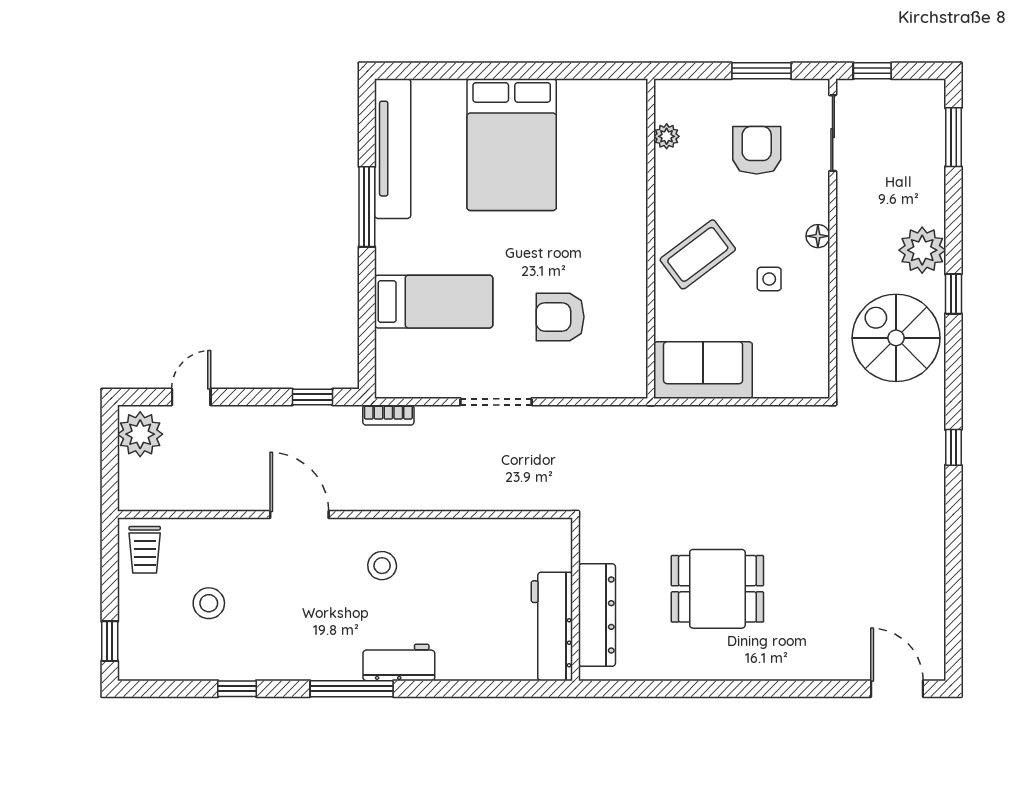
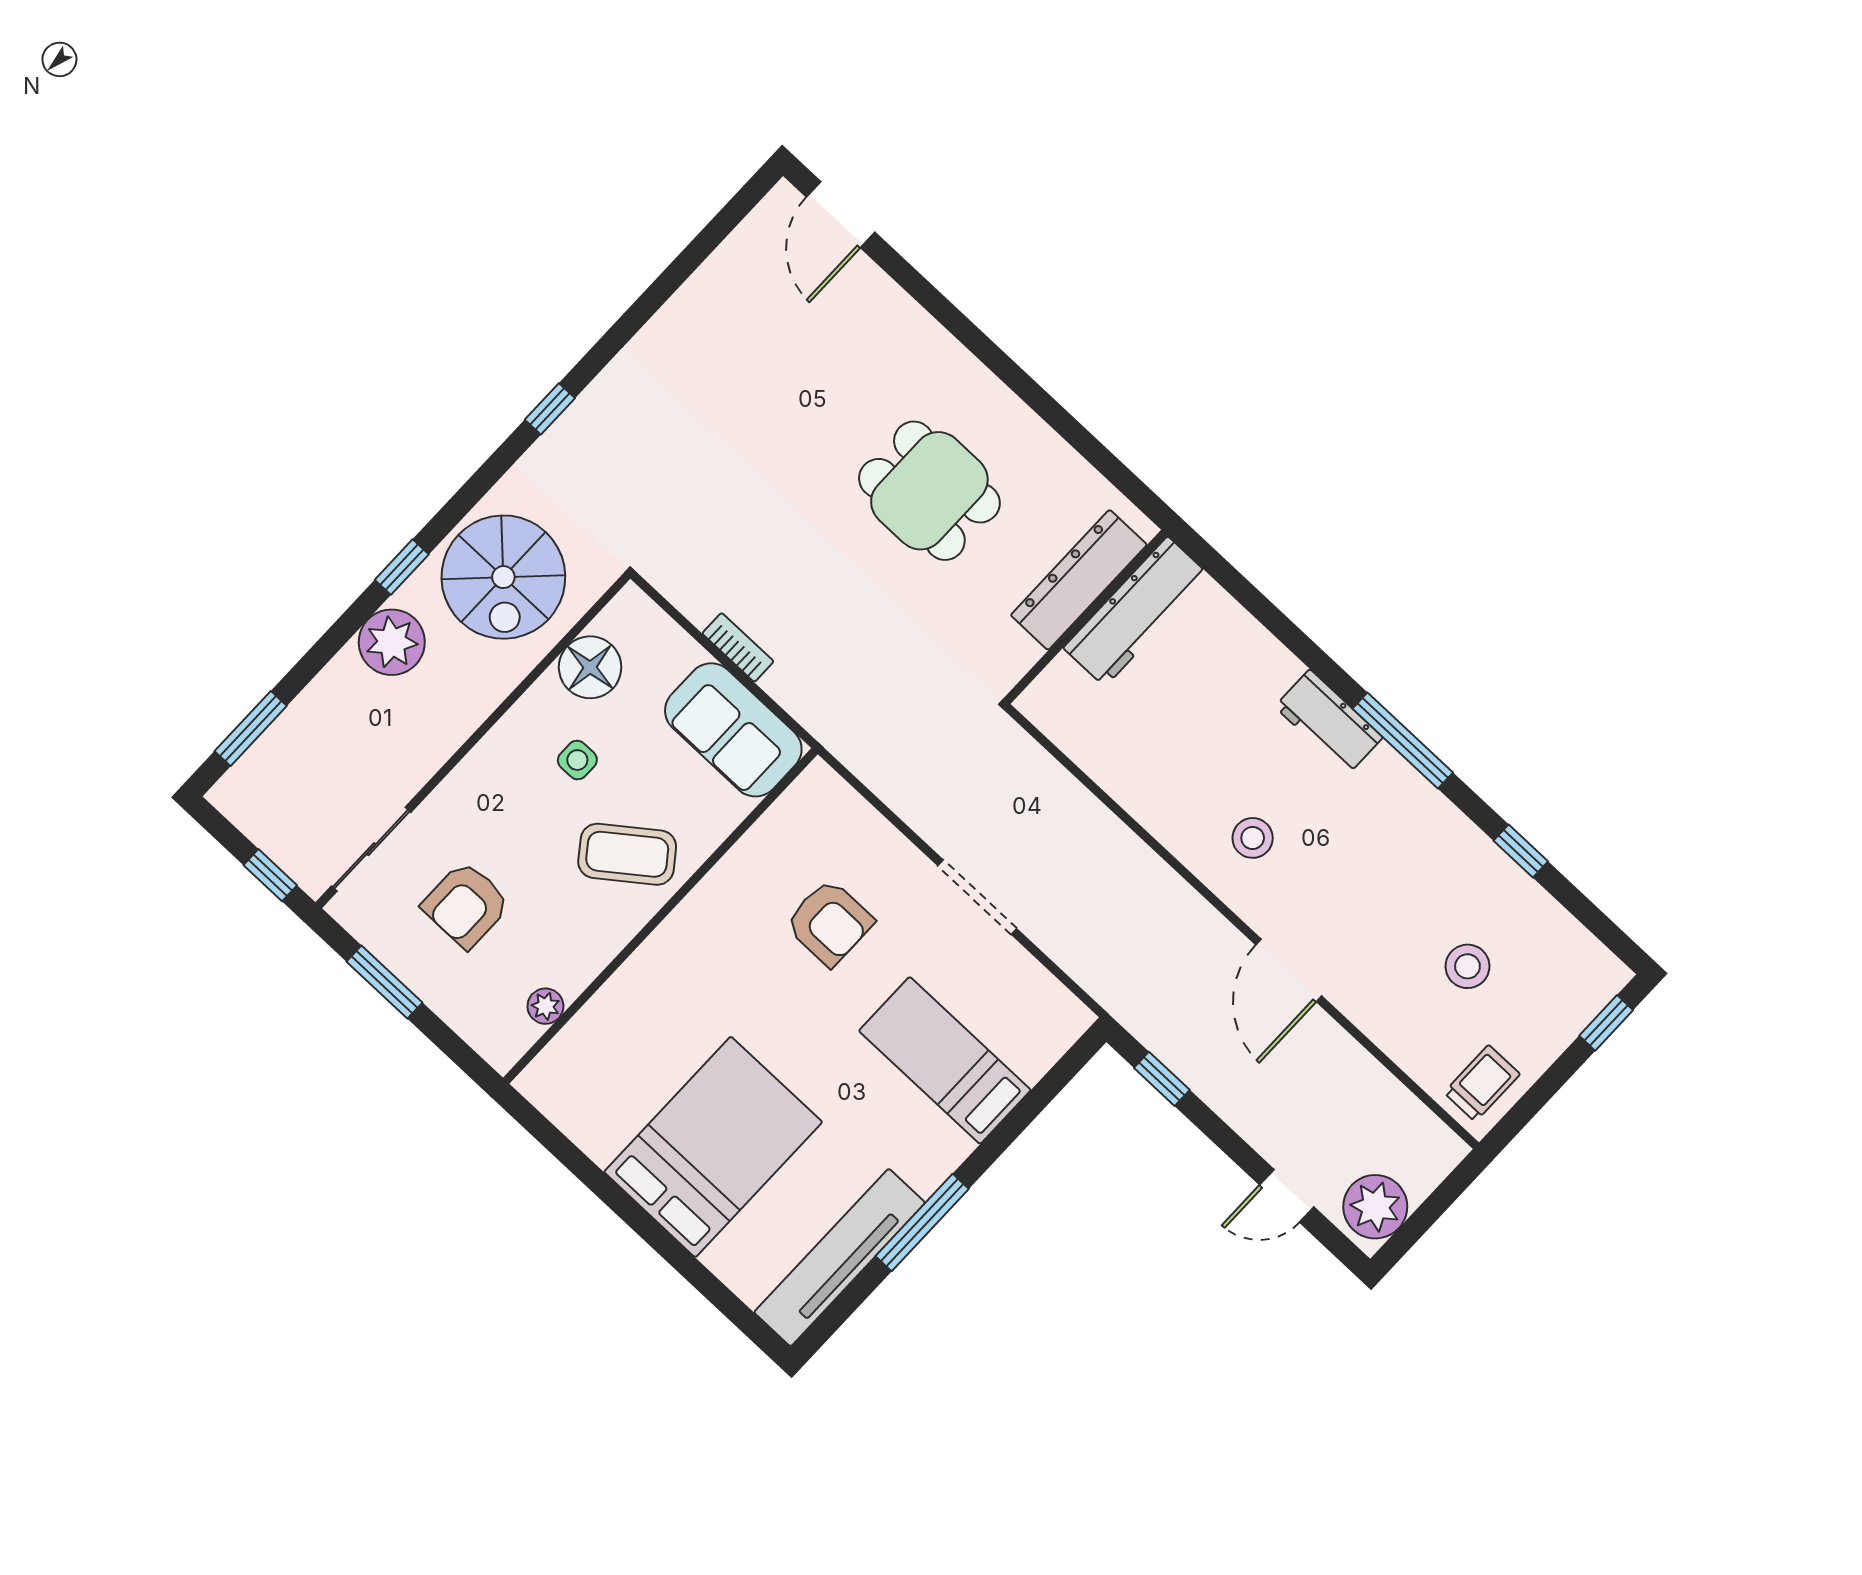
floor lamp: (818, 236) -> (590, 667), moved, width x1.89, depth x1.89
bookcase: (388, 415) -> (738, 647), moved

